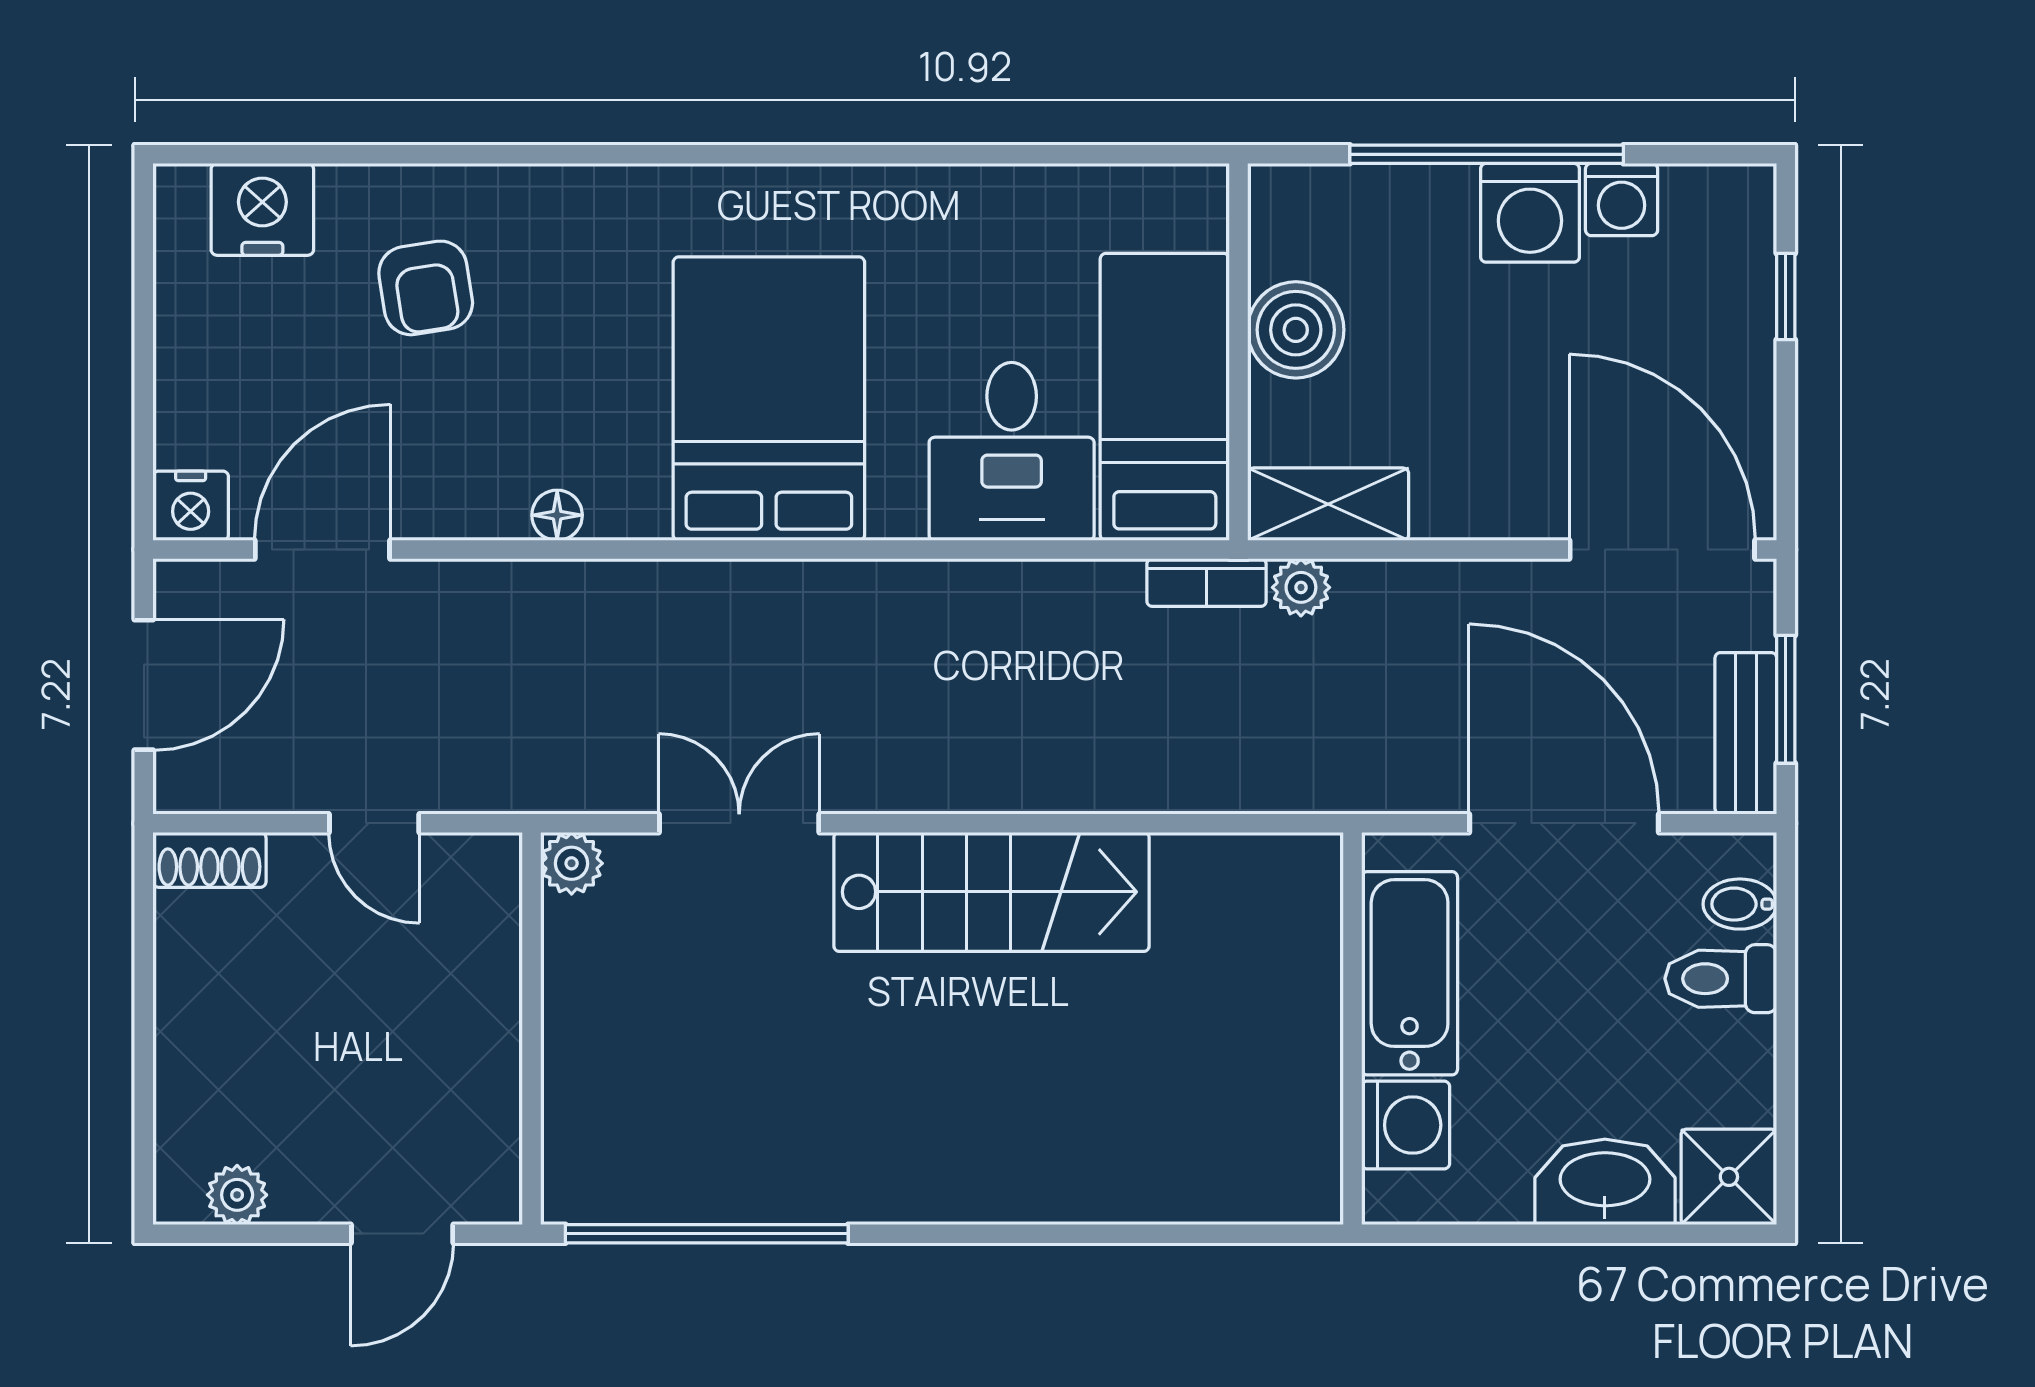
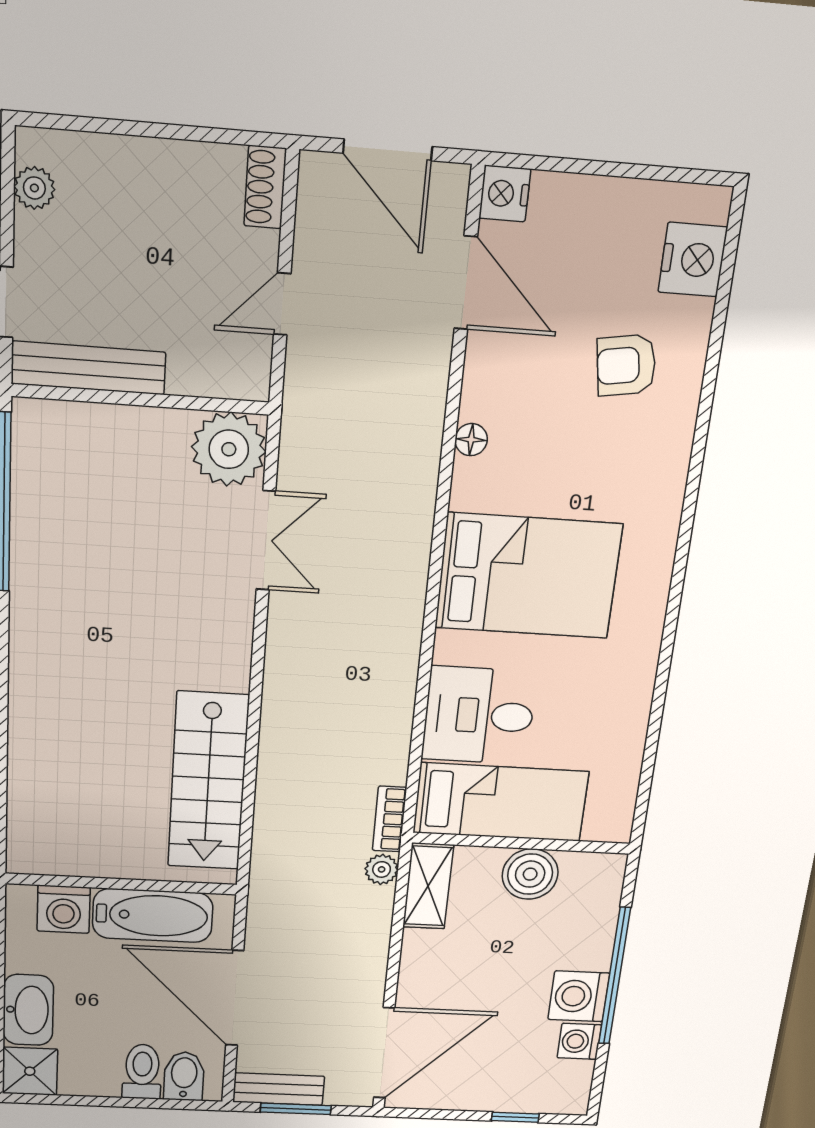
door: (1564, 823) -> (235, 998), swing flipped
plant: (572, 863) -> (229, 449), width x1.87, depth x1.87
stairs: (991, 892) -> (208, 782), moved
bidet: (1740, 904) -> (184, 1076), width x1.38, depth x1.36
bench: (490, 1109) -> (88, 368), added

